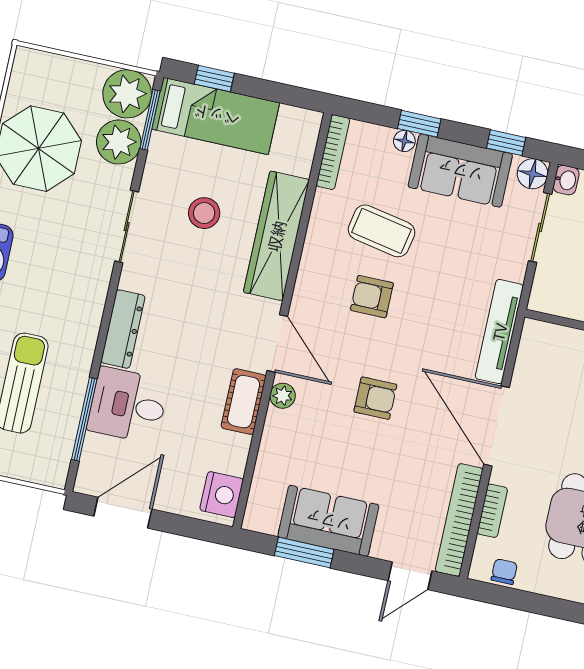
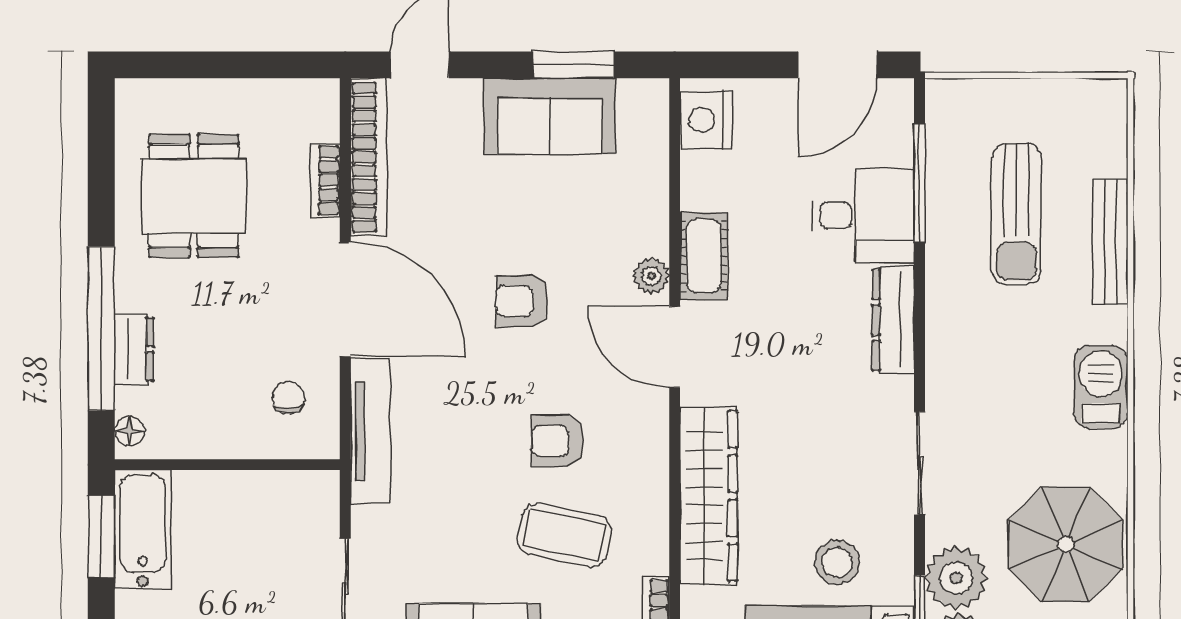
stool: (204, 213) -> (837, 562), moved
armchair: (372, 297) -> (558, 441), turned 180
chair: (504, 572) -> (288, 398), moved, turned 180

